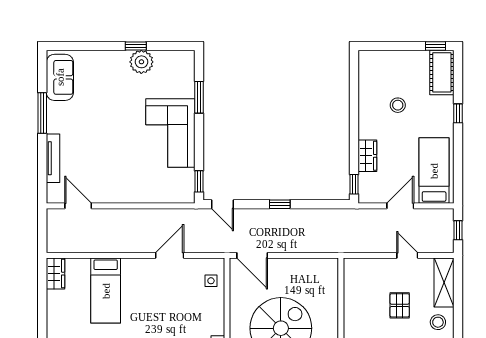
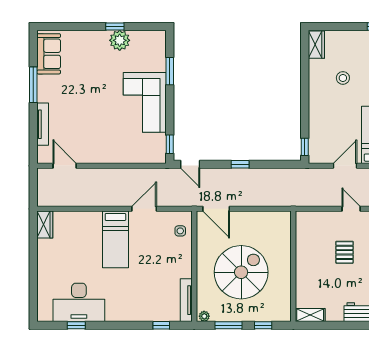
wardrobe: (367, 156) -> (316, 45), moved
bed: (106, 291) -> (115, 239), moved

